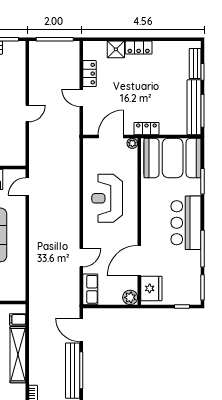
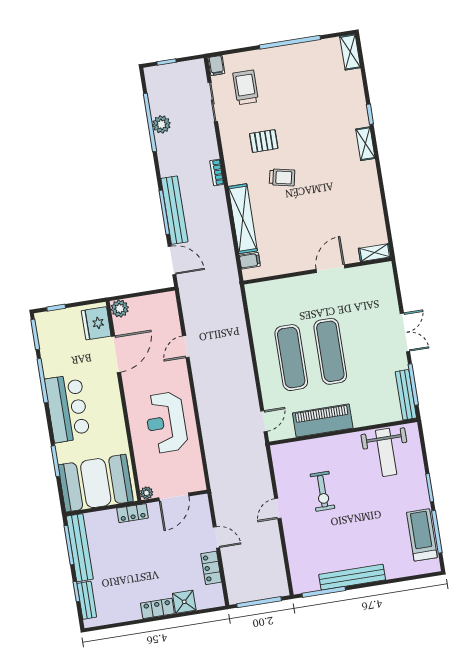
reception desk: (107, 198) -> (166, 422), turned 180
row of seats: (90, 289) -> (169, 311), removed

